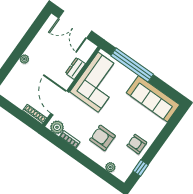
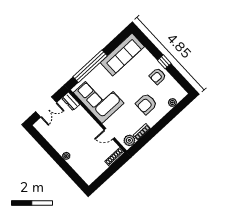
double door: (75, 25) -> (46, 107), width x0.73
dresser: (75, 68) -> (71, 101), moved
door: (60, 103) -> (109, 134), width x0.53
window: (141, 168) -> (164, 62), moved

